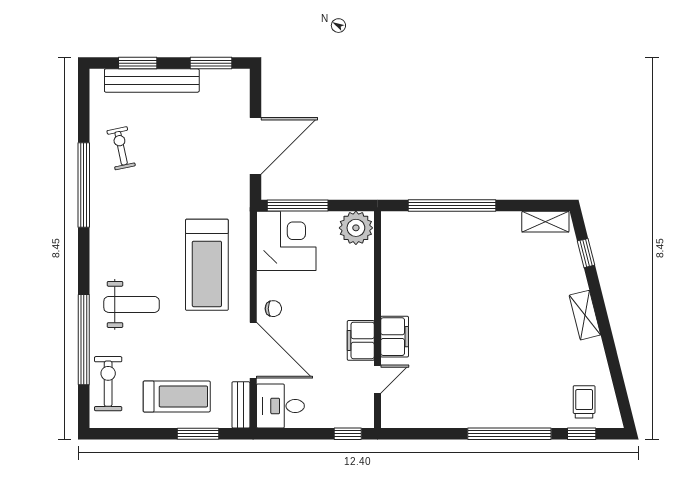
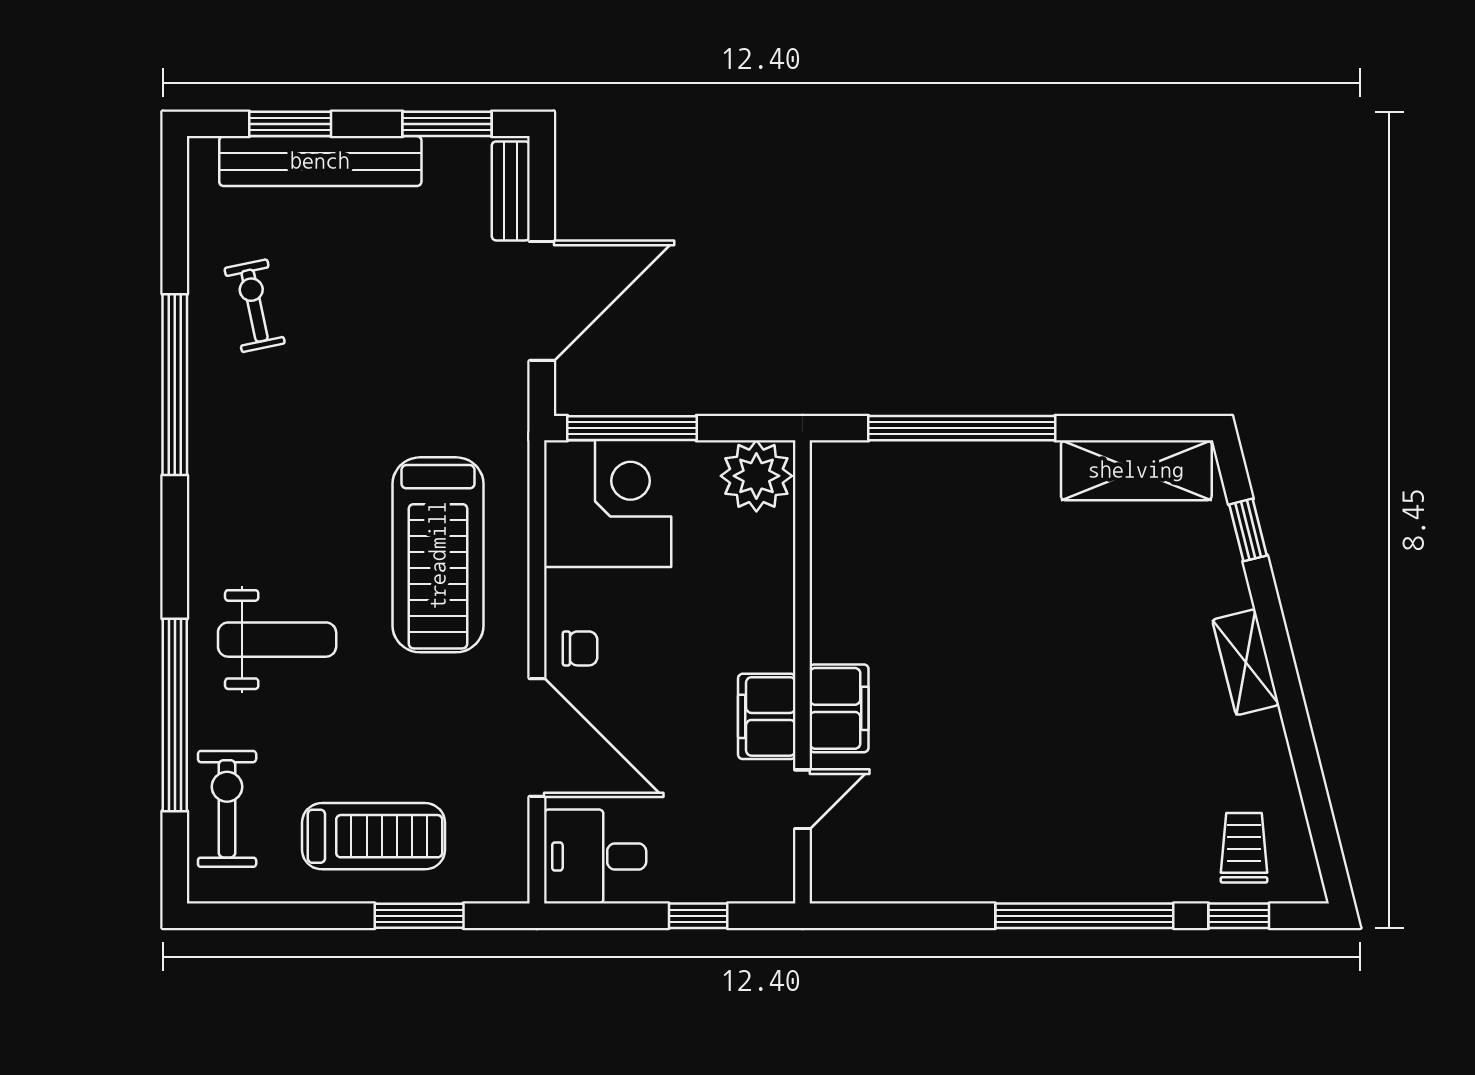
shelving: (545, 222) -> (1136, 470), width x1.50, depth x1.33
bench: (241, 405) -> (511, 191), moved
window: (348, 434) -> (698, 916), moved

